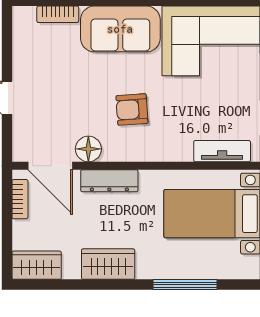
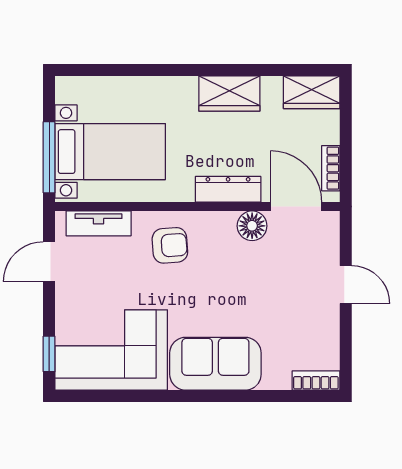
bookcase: (58, 14) -> (316, 381), moved
armchair: (132, 109) -> (170, 245), moved
window: (185, 285) -> (141, 70), removed

